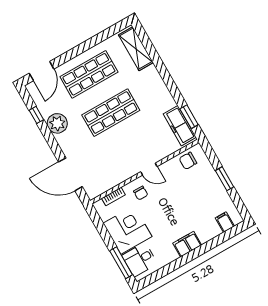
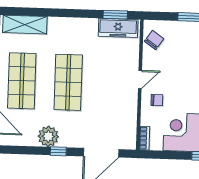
window: (36, 115) -> (58, 151), moved
chair: (188, 161) -> (154, 40), turned -145
bookcase: (113, 196) -> (144, 138), moved

